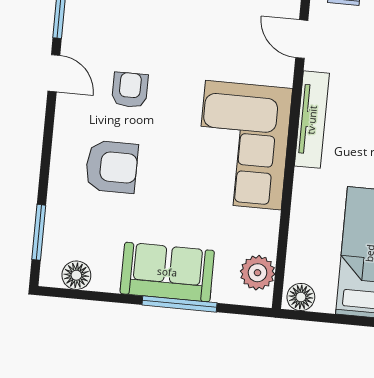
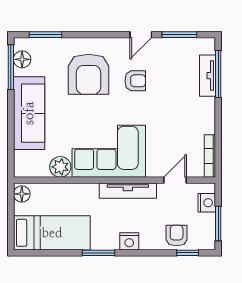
armchair: (112, 167) -> (89, 74), width x1.36, depth x1.36
sofa: (167, 272) -> (29, 113), width x1.36
plant: (258, 273) -> (60, 167), moved
window: (179, 304) -> (11, 67), moved

